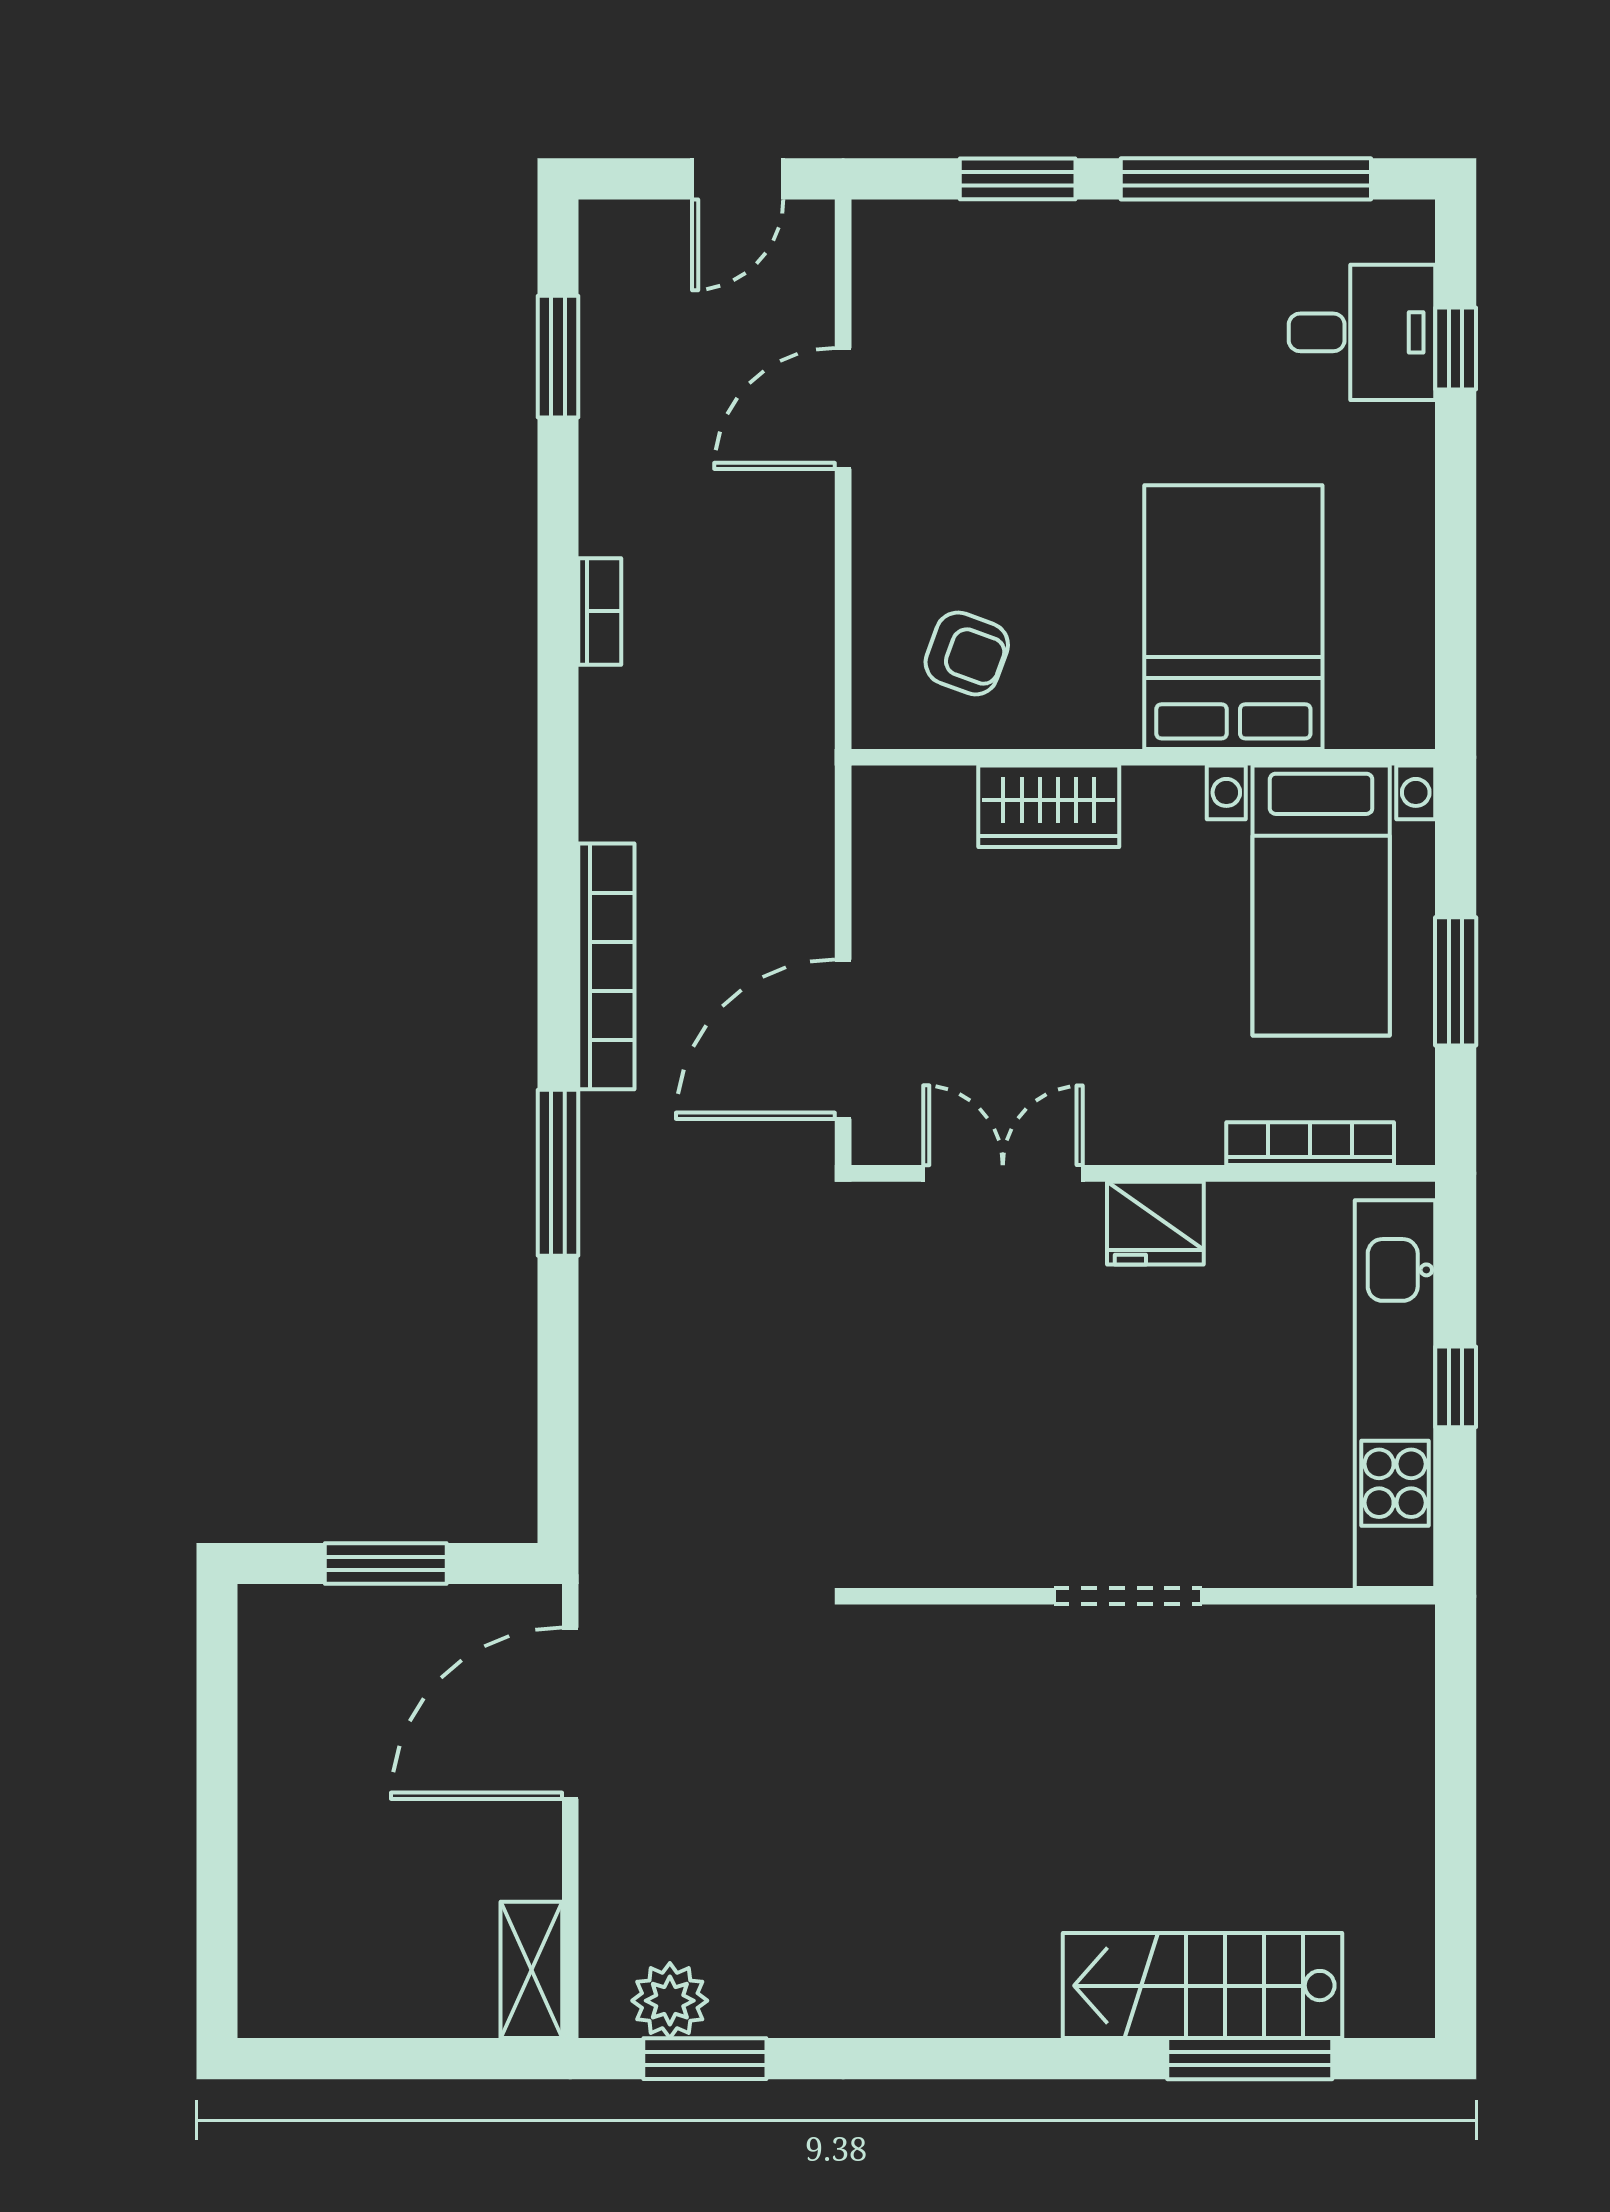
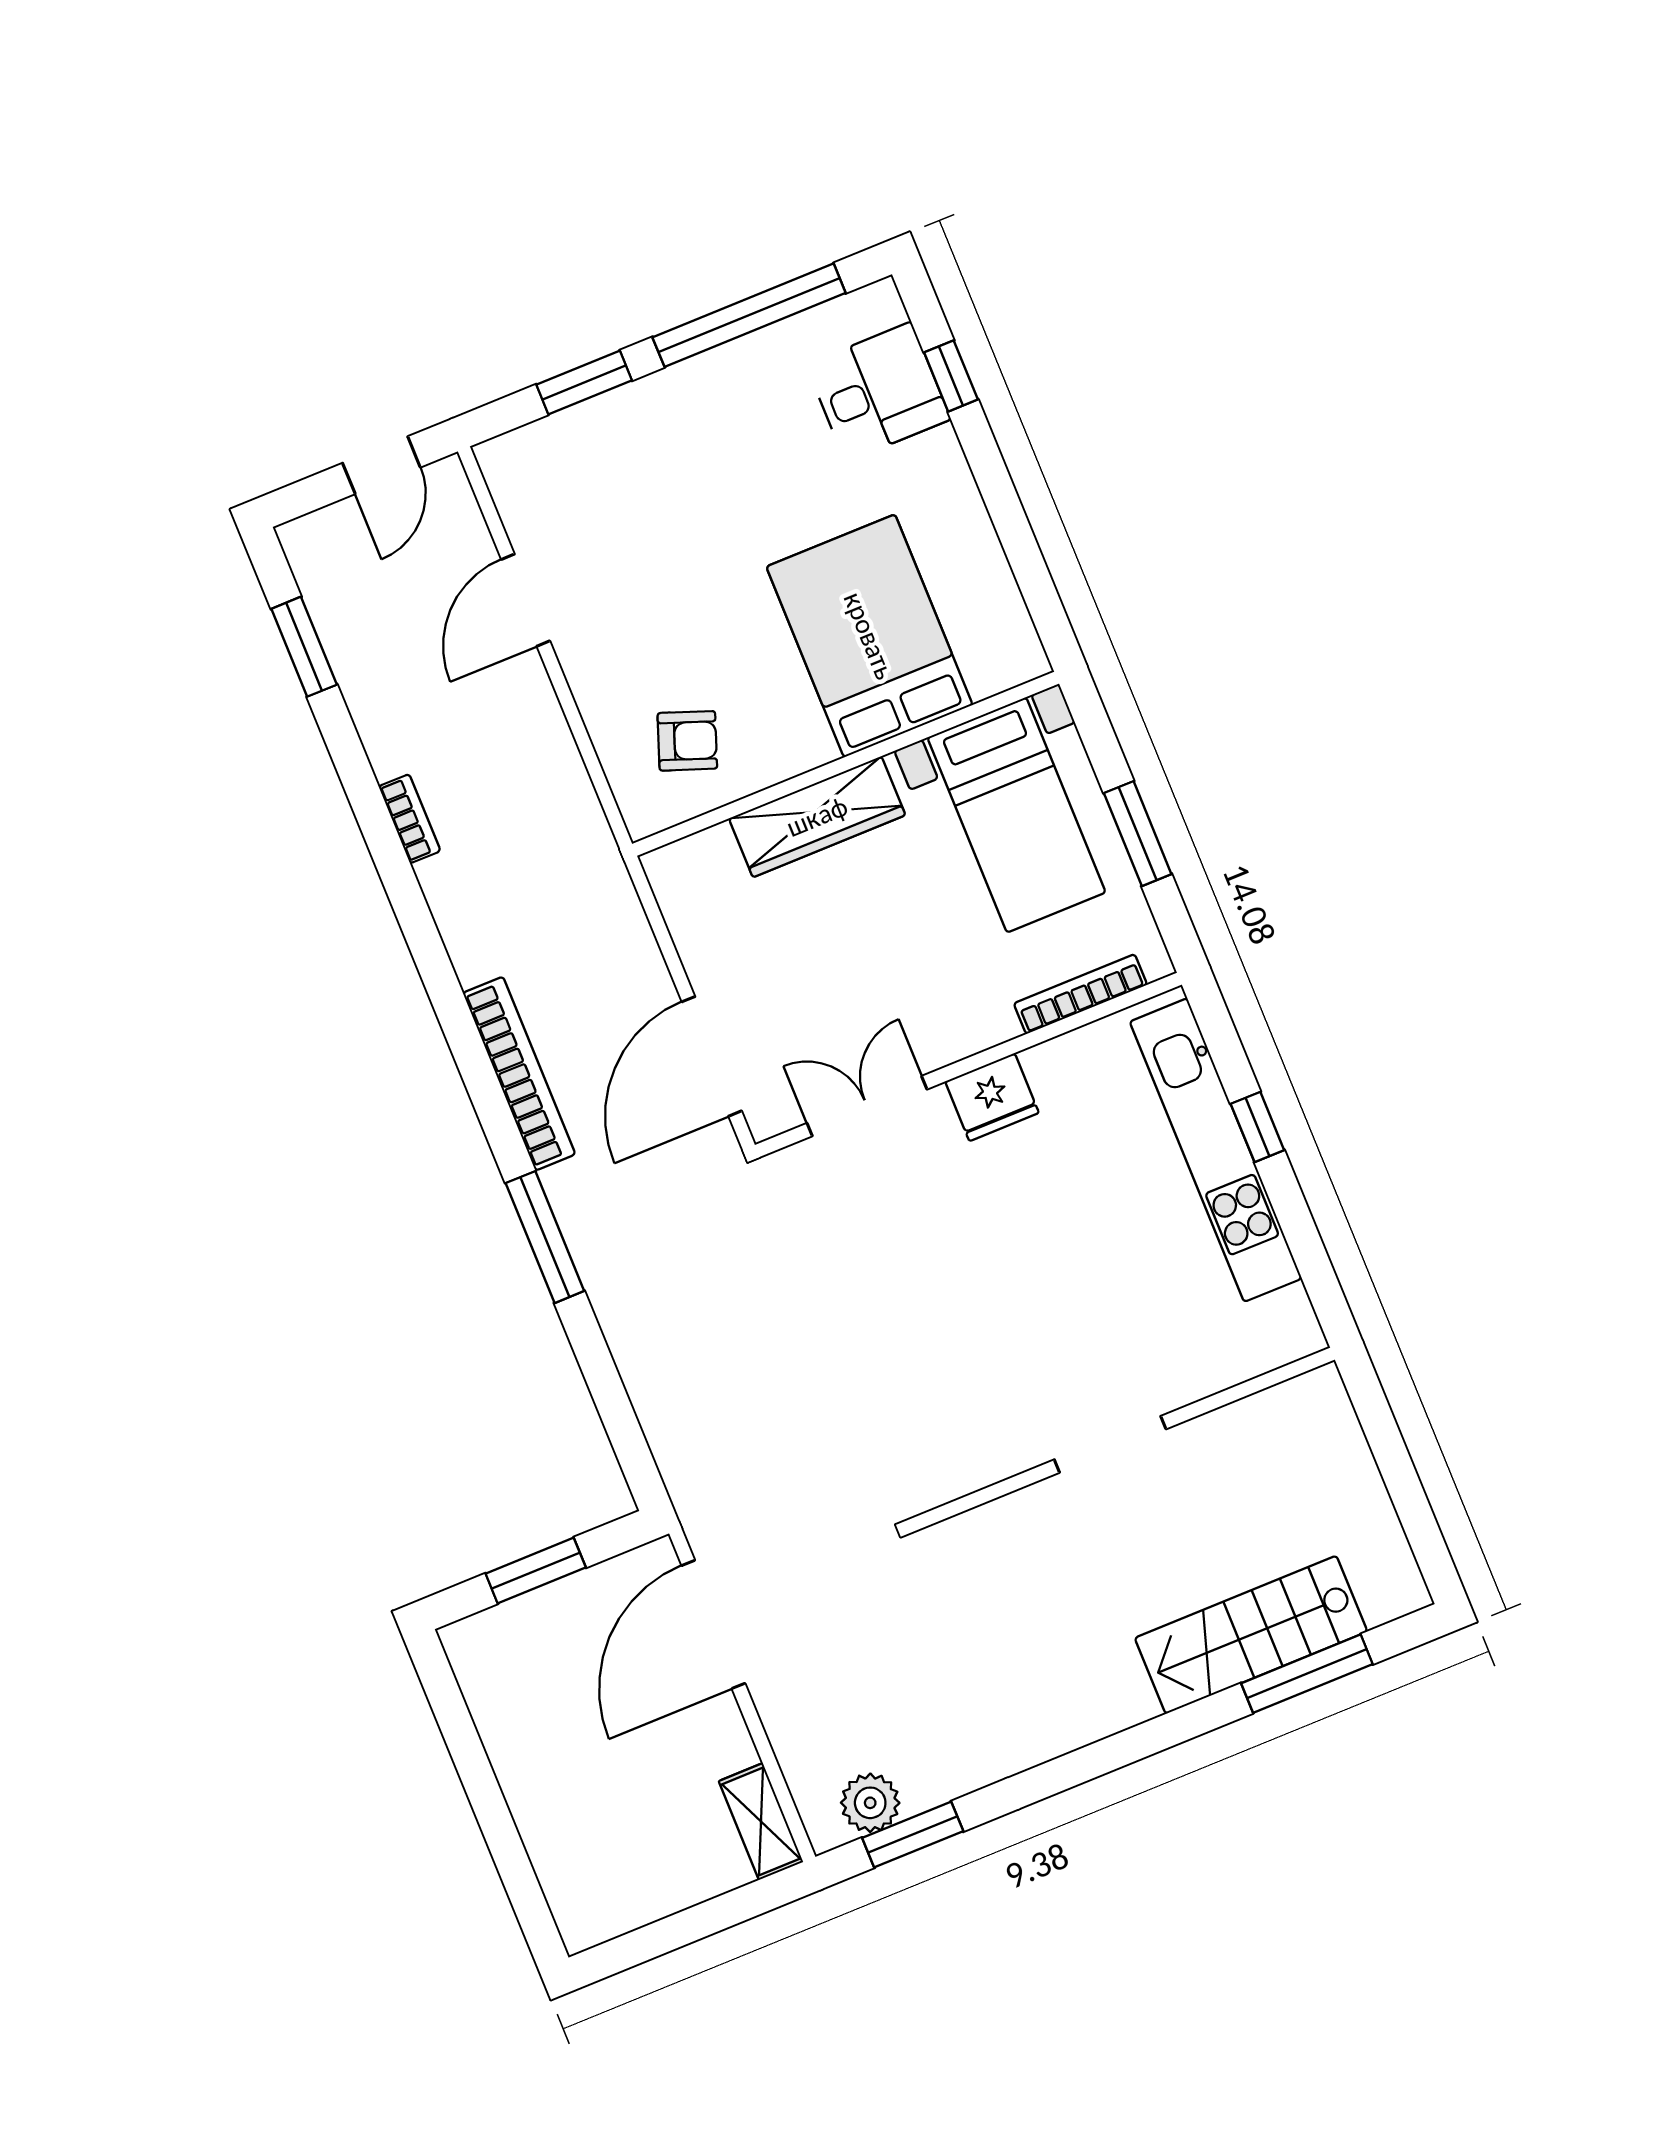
wardrobe: (1049, 806) -> (817, 817), width x1.50
doorway: (1128, 1596) -> (1110, 1444), moved
wall: (1143, 1596) -> (1121, 1440), moved

